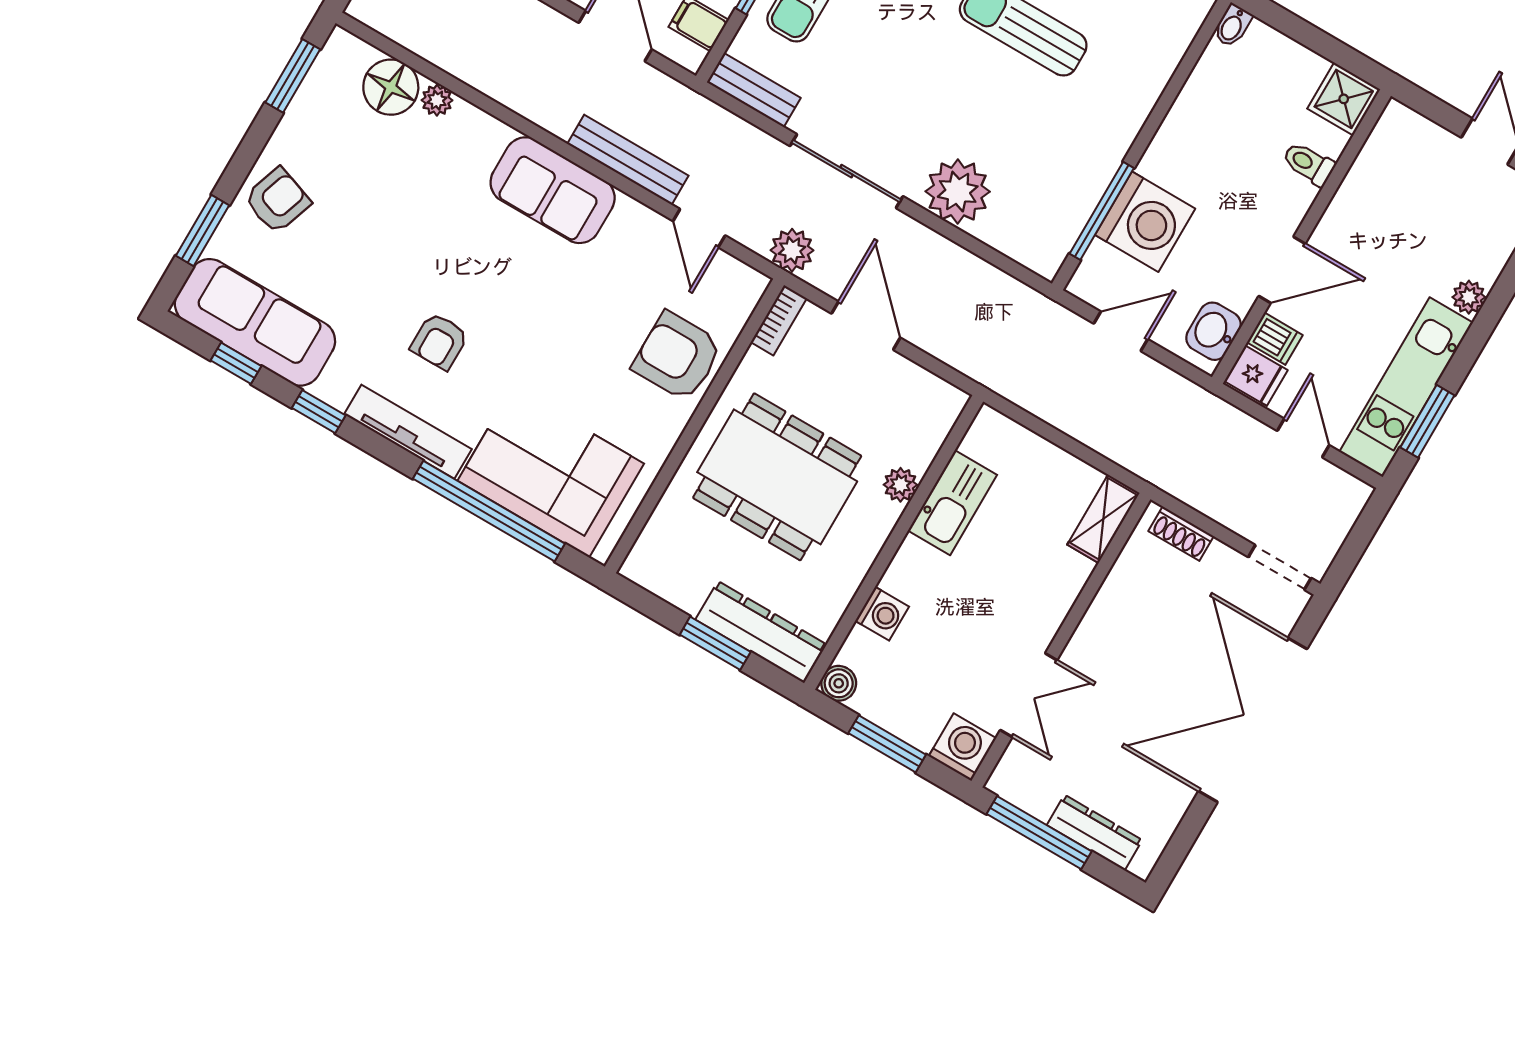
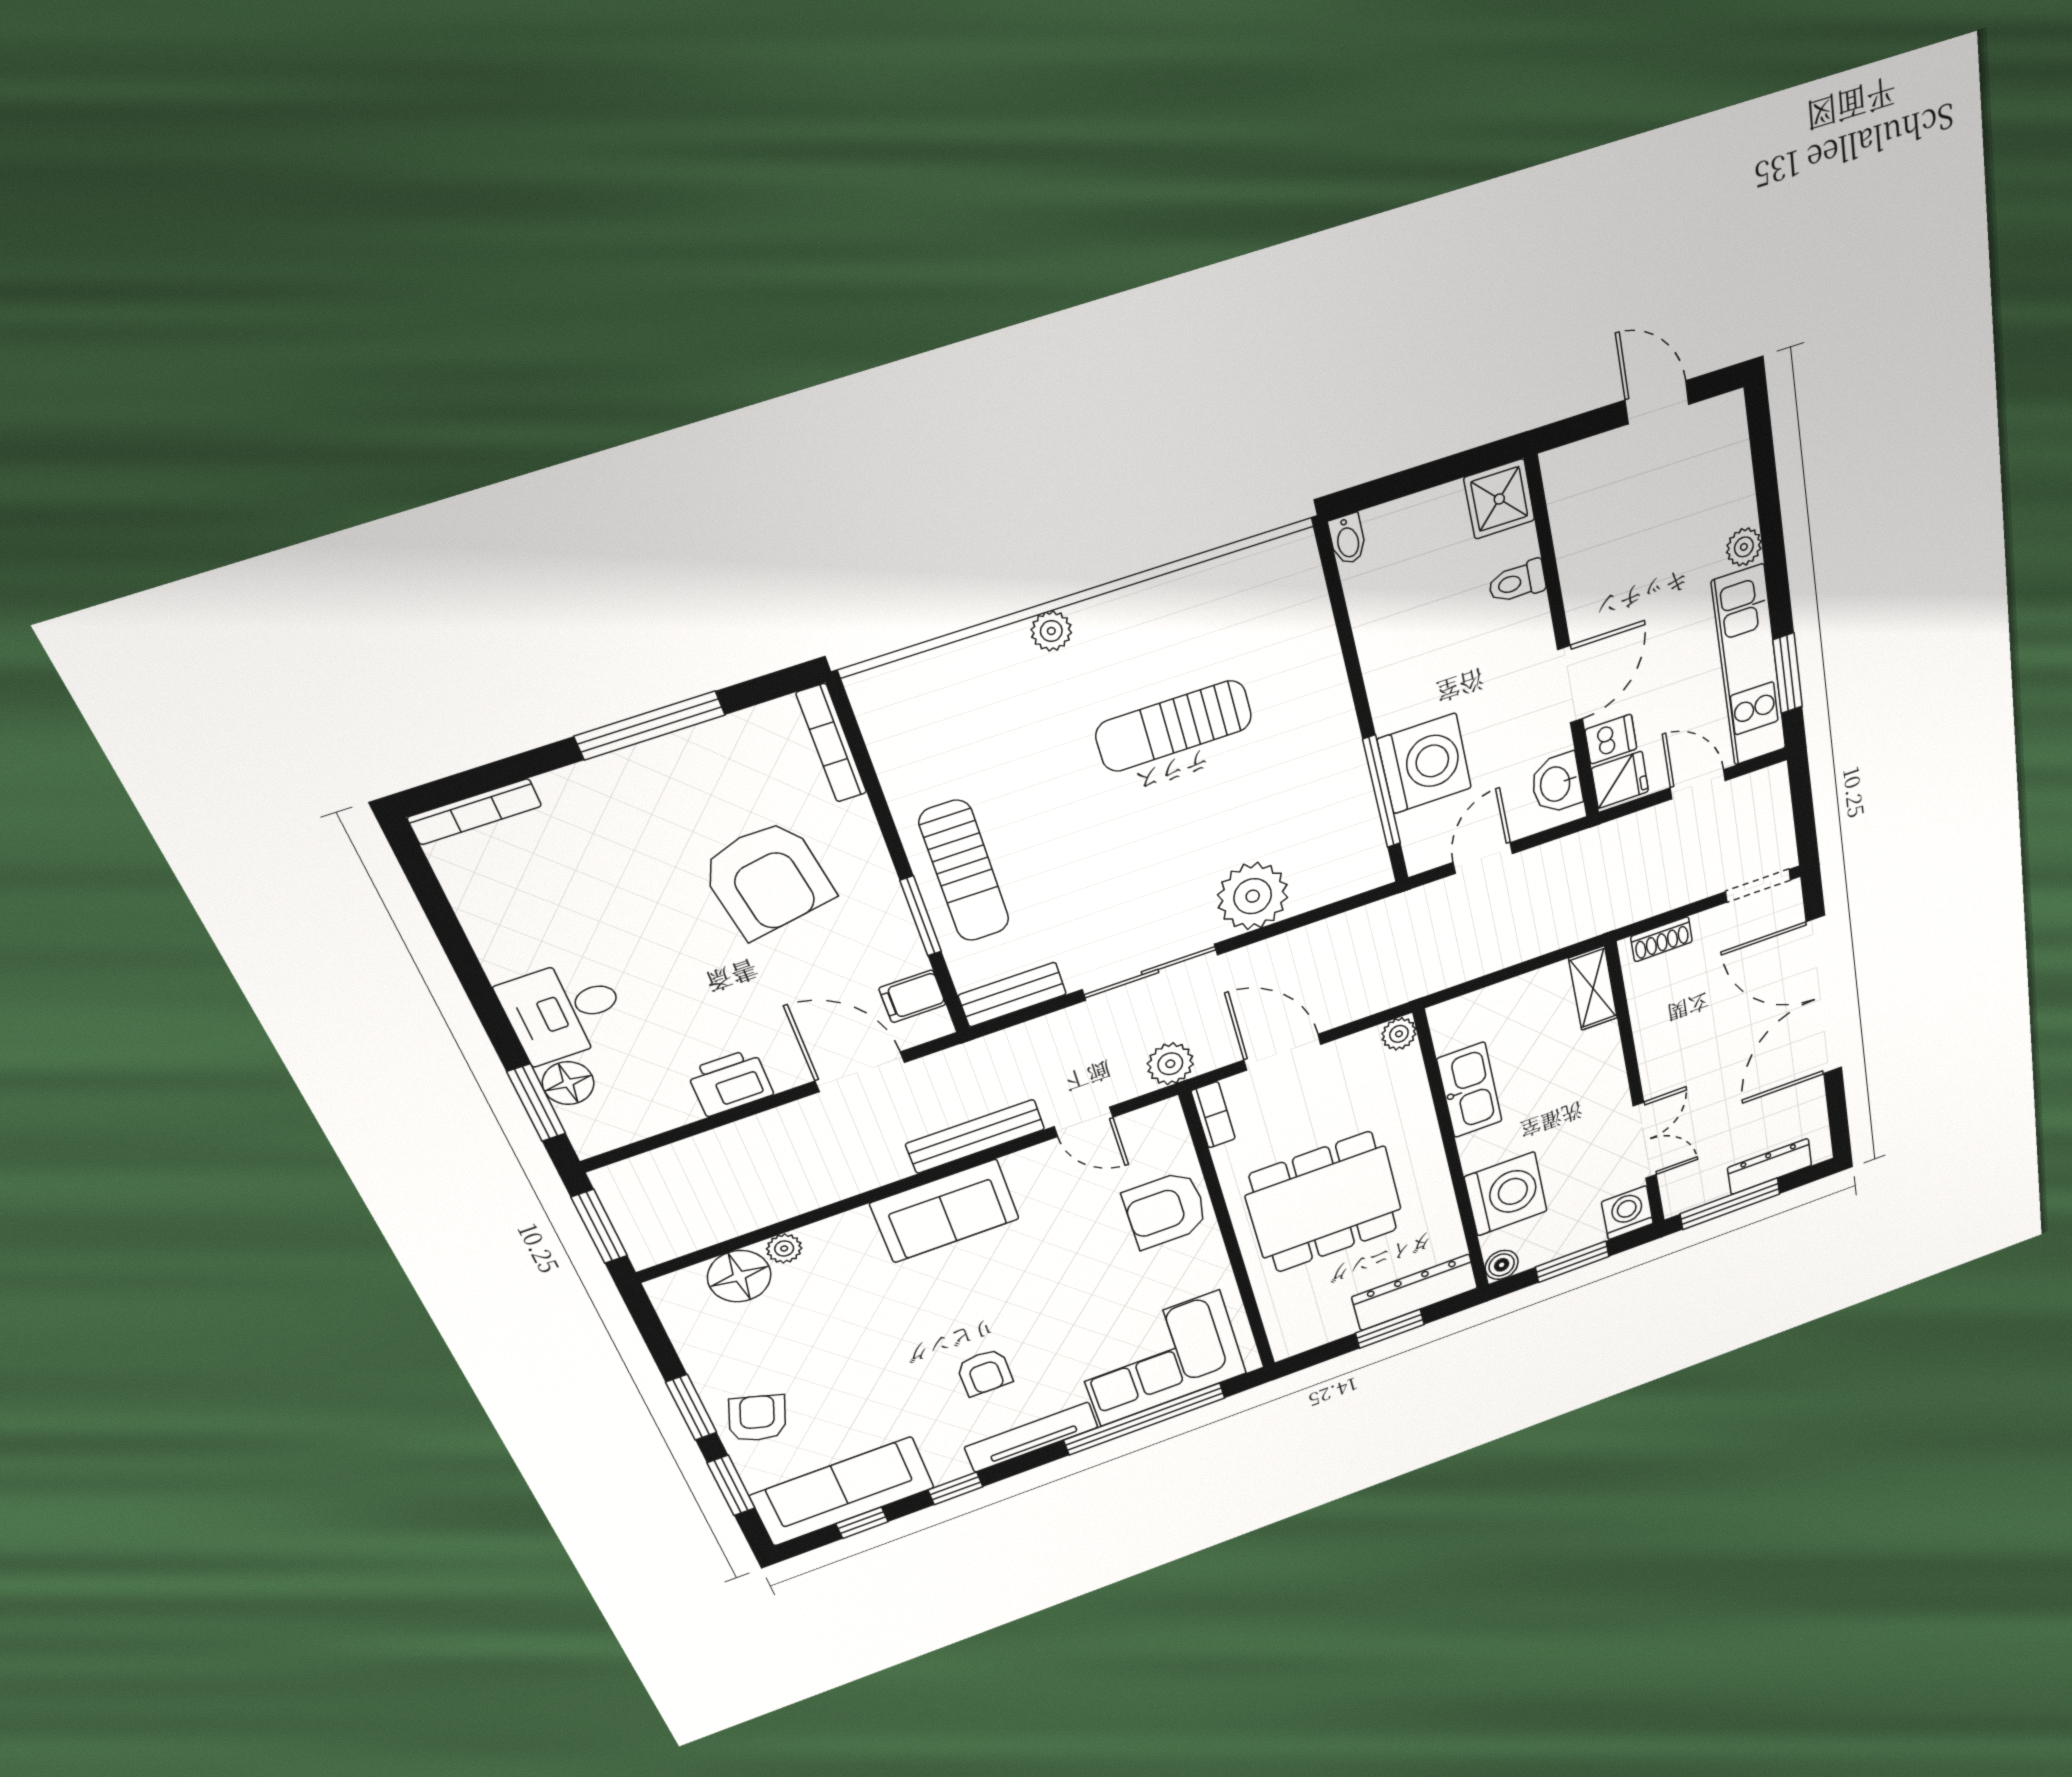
window: (293, 76) -> (691, 1407), moved
plant: (900, 485) -> (1399, 1034), moved
washing machine: (882, 614) -> (1506, 1194), width x1.89, depth x1.89

